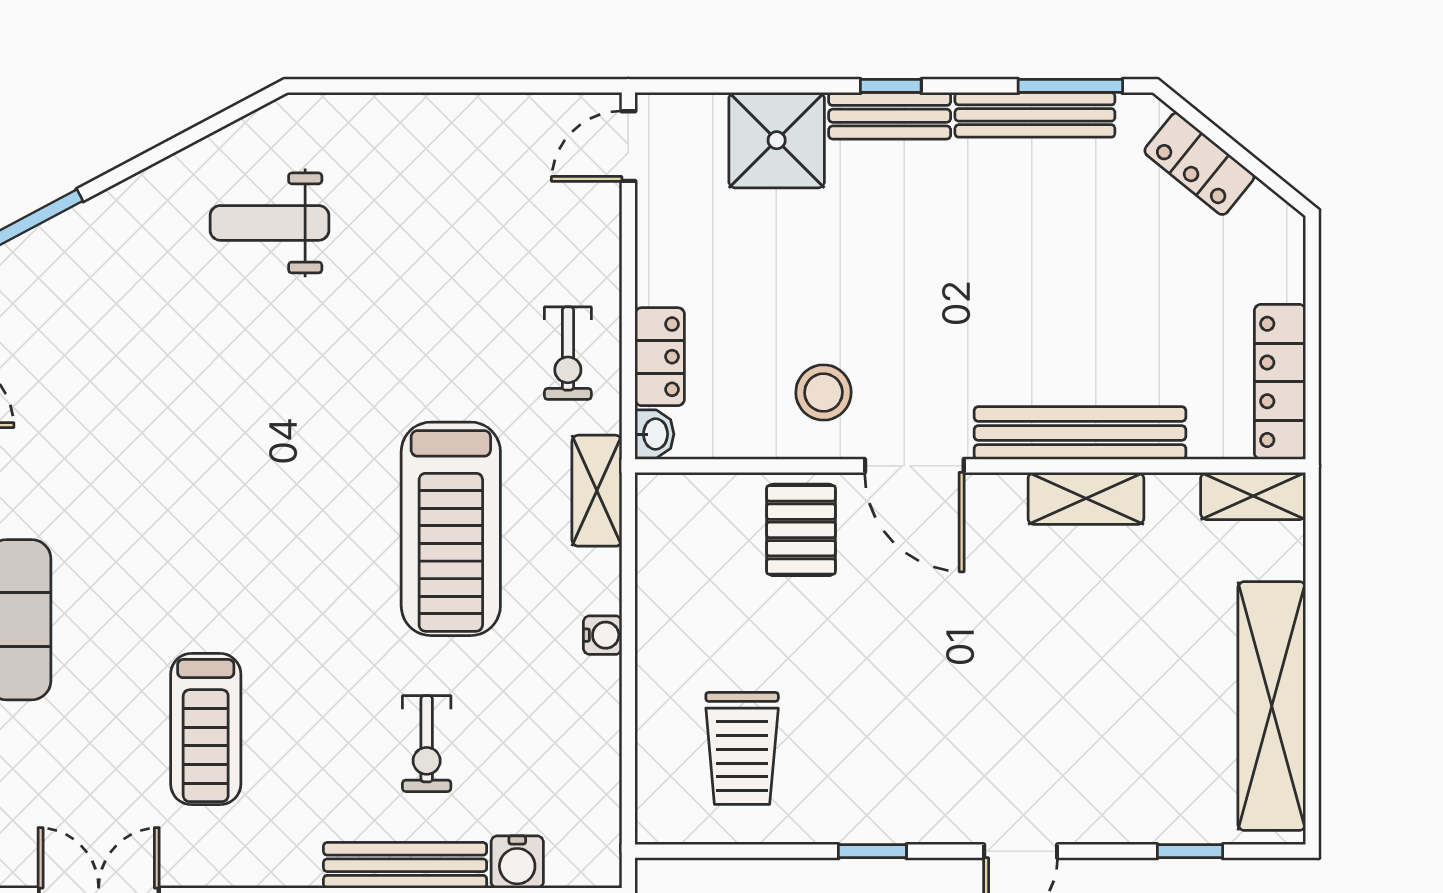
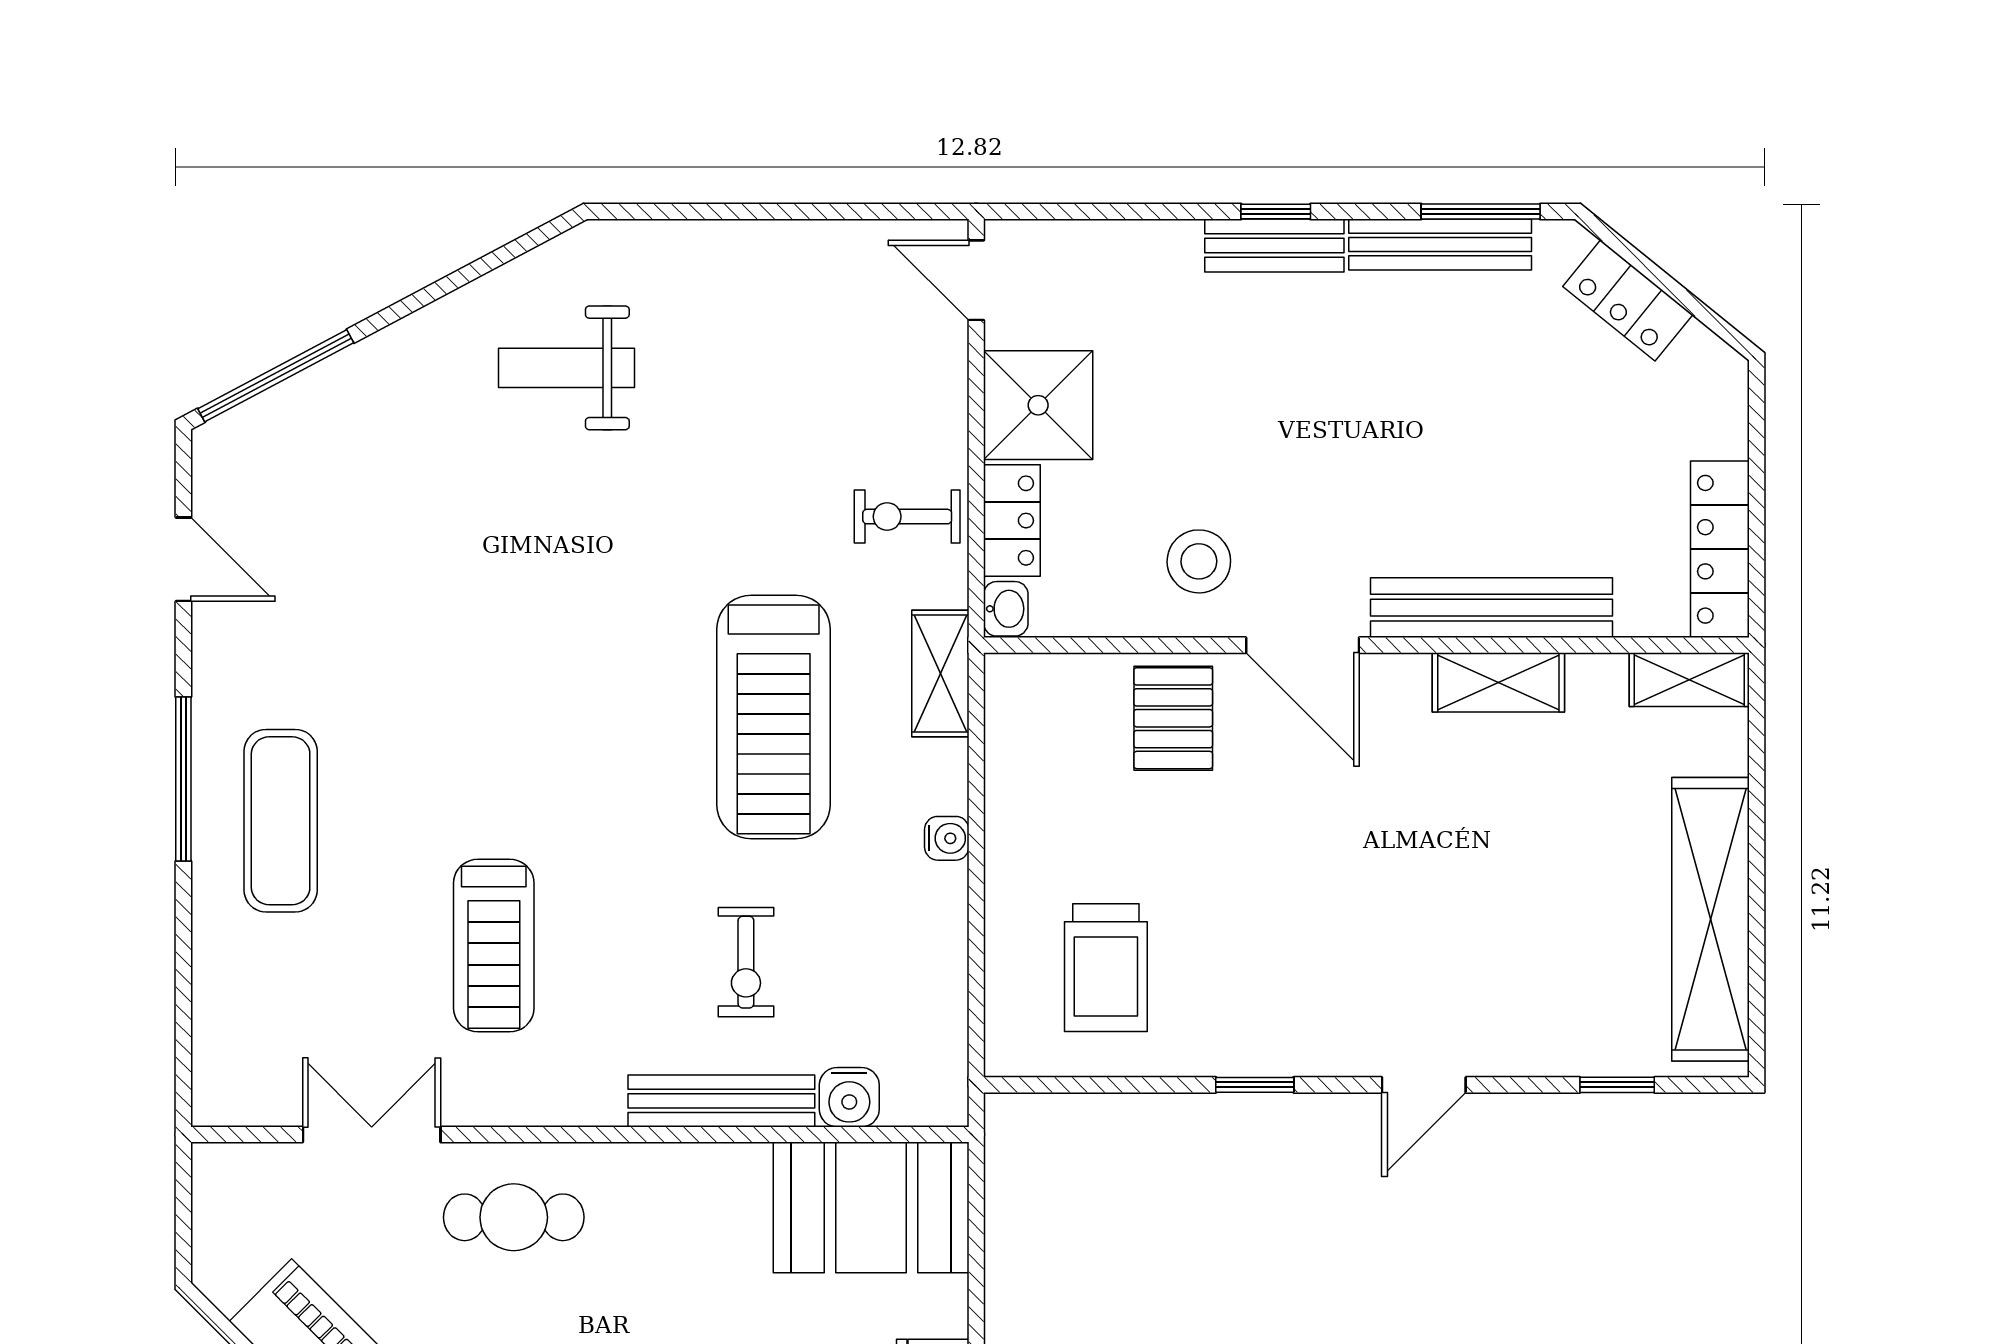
shower: (777, 140) -> (1038, 405), moved
door: (628, 146) -> (976, 280), hinge flipped
exercise bike: (568, 353) -> (907, 517), turned 90

